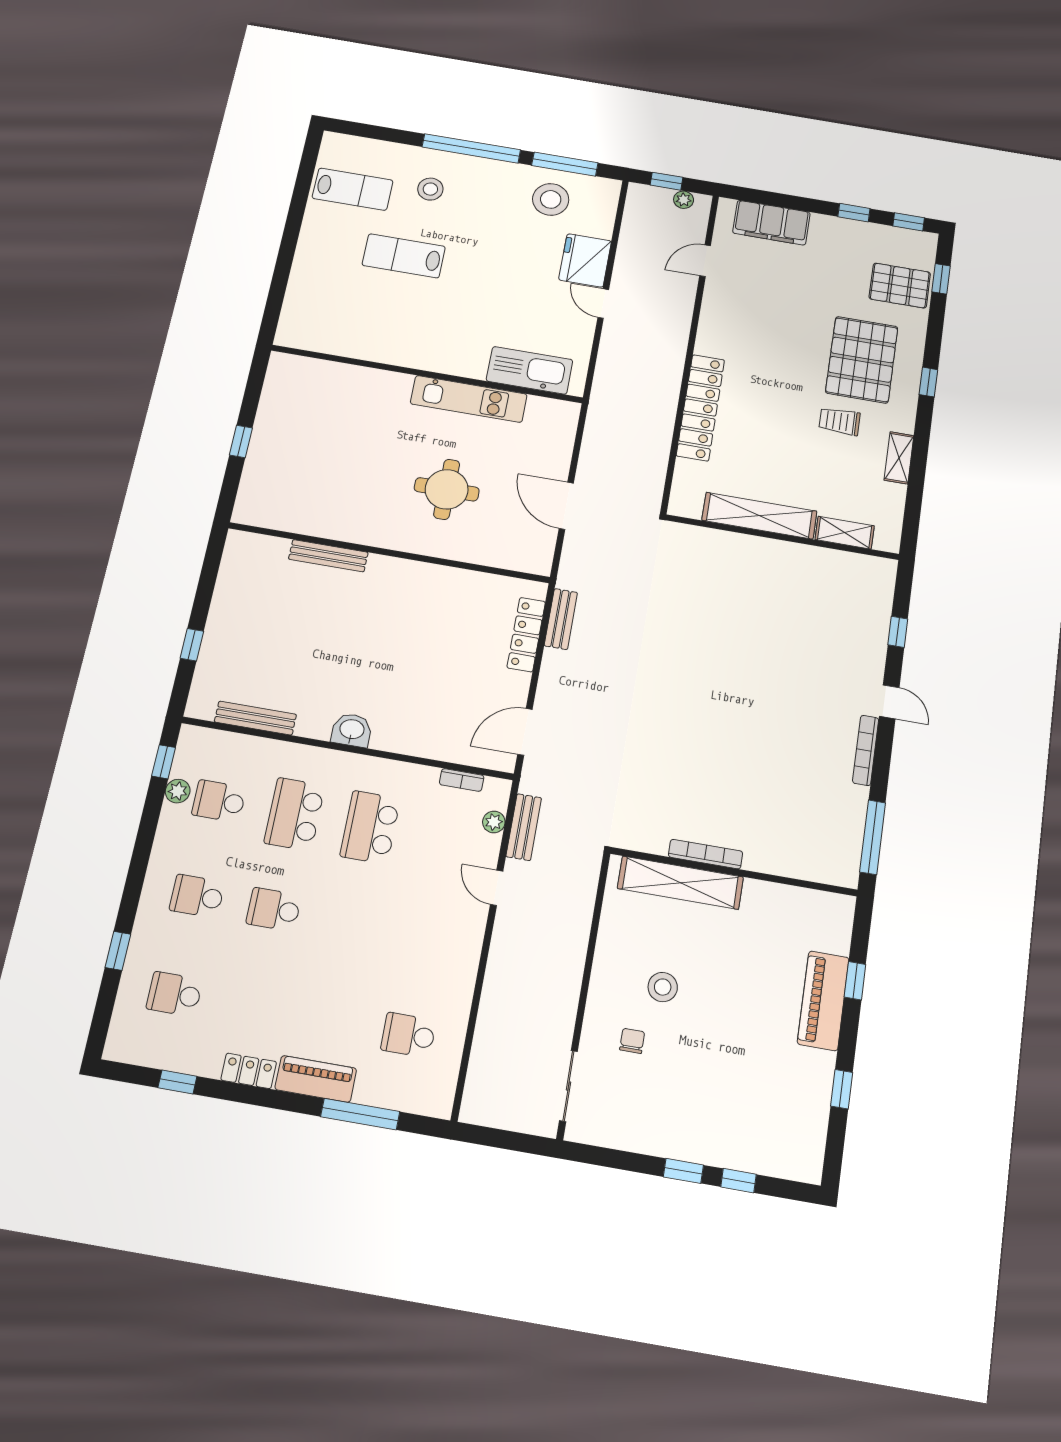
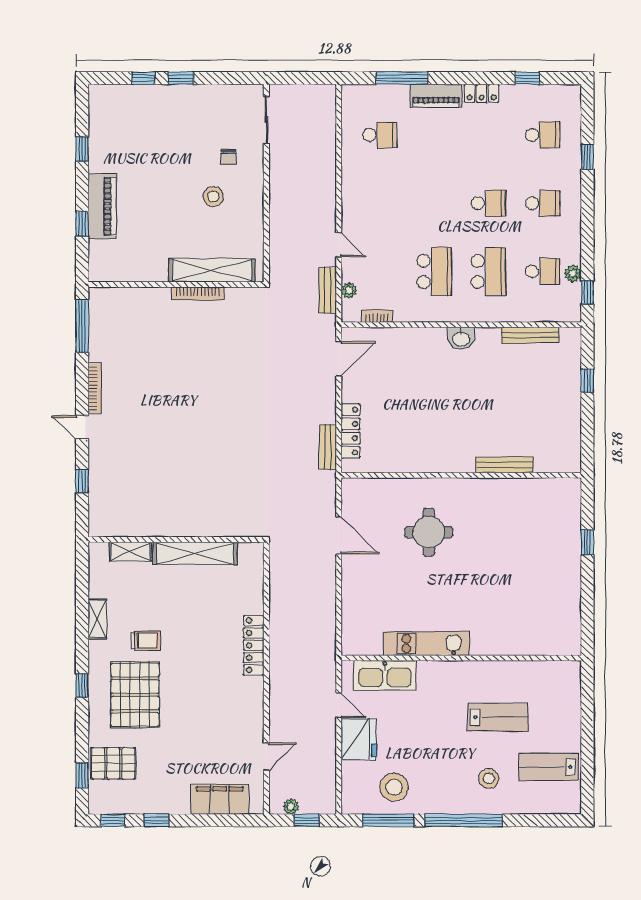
kitchen sink: (530, 370) -> (385, 675), moved
wall: (427, 374) -> (461, 658), moved
kitchen unit: (469, 399) -> (426, 644), moved
locker: (700, 408) -> (254, 645), width x0.71, depth x0.83

